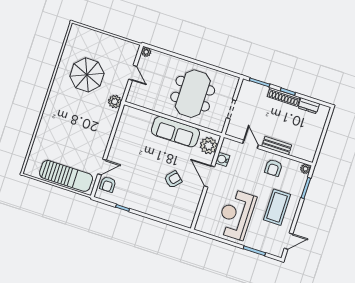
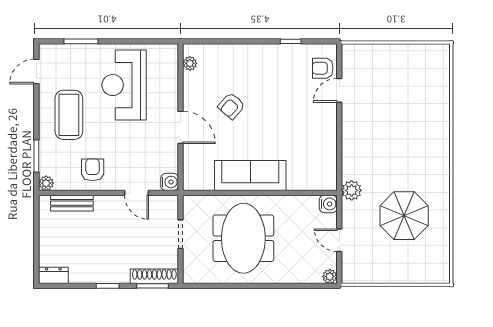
shoe rack: (284, 97) -> (154, 276), moved
water cooler: (132, 98) -> (328, 204), added
dresser: (309, 106) -> (53, 275), moved
plant: (209, 146) -> (190, 63), moved, width x0.53, depth x0.53
bench: (277, 146) -> (72, 203), moved
water cooler: (223, 159) -> (170, 182), moved
sun lounger: (66, 176) -> (387, 61), removed
armchair: (108, 184) -> (323, 68), turned -90
reception desk: (236, 215) -> (124, 85), turned 180

